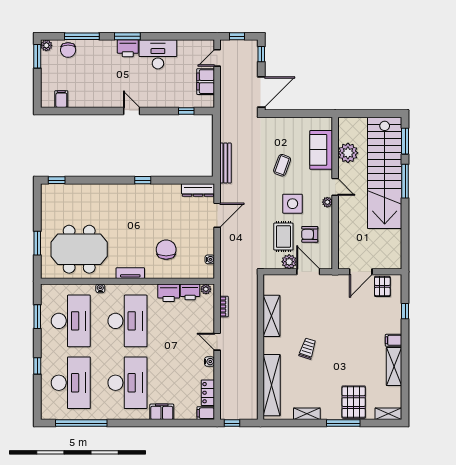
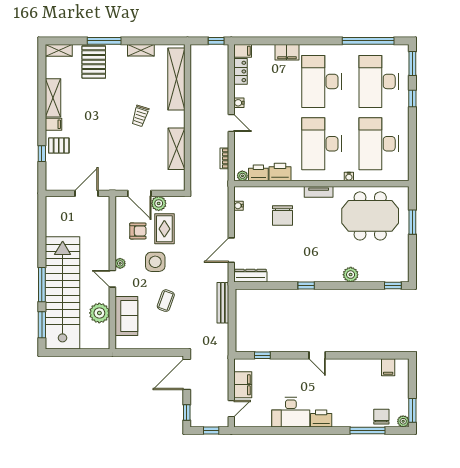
window: (127, 36) -> (322, 430), removed
plant: (99, 191) -> (351, 275), added
pallet: (382, 286) -> (59, 145), moved, turned 90
window: (37, 317) -> (412, 63), moved

